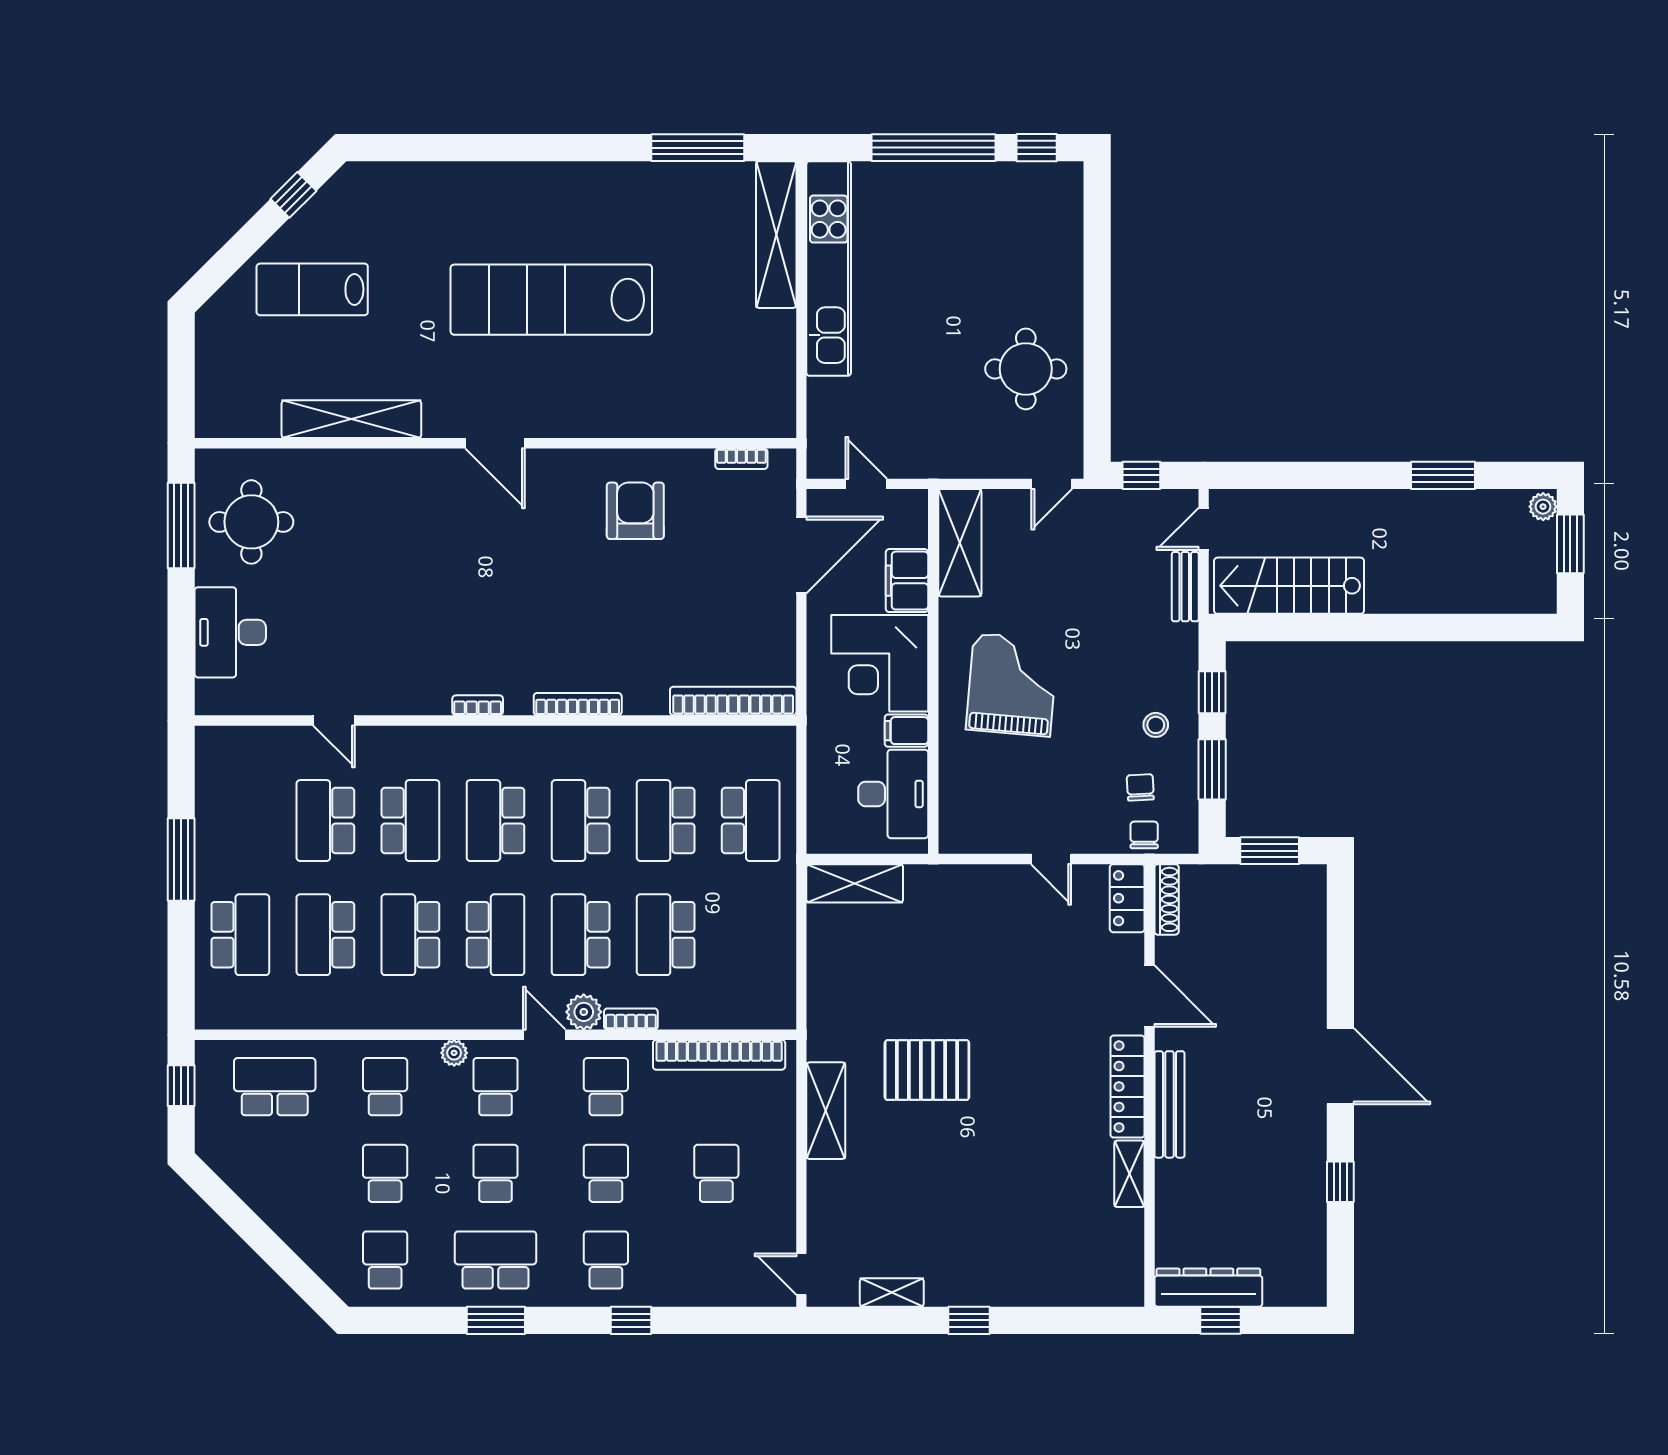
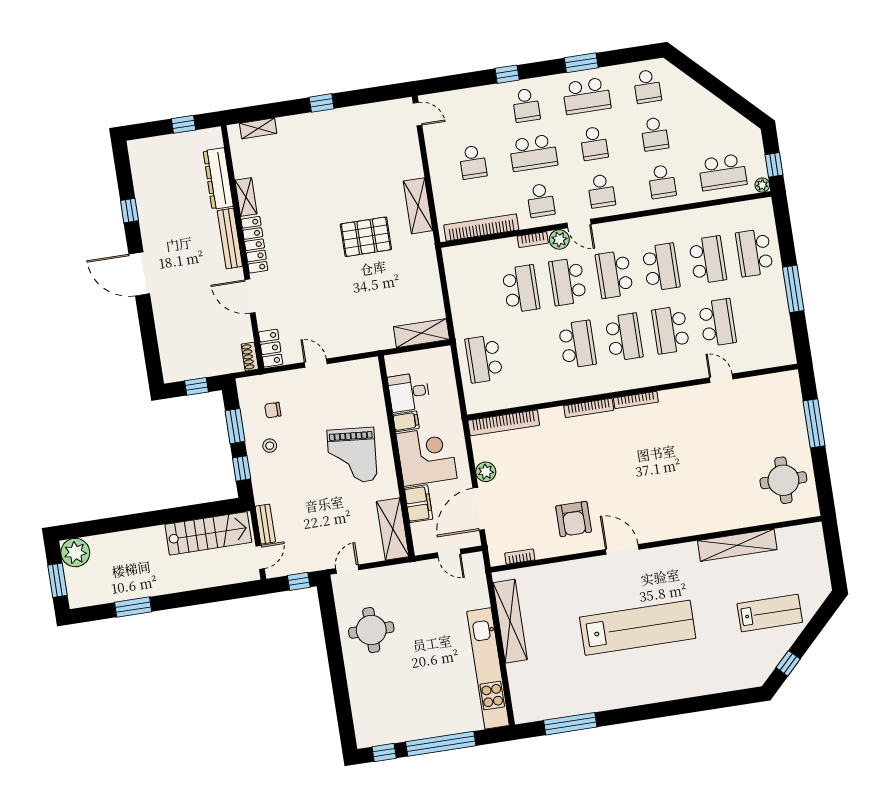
shelving: (776, 235) -> (510, 621), moved
door: (495, 443) -> (622, 549), moved
plant: (1543, 507) -> (75, 553), moved, width x1.88, depth x1.88
window: (181, 526) -> (814, 423), moved
plant: (779, 619) -> (486, 472), added
desk: (230, 632) -> (786, 418), removed
bookcase: (478, 705) -> (636, 400), width x1.56
chair: (1140, 787) -> (273, 410), turned 93
desk: (893, 794) -> (409, 392), width x0.73
school desk: (666, 821) -> (531, 352), removed
chair: (1144, 835) -> (267, 384), removed
window: (1270, 851) -> (196, 386), width x0.67
shoe rack: (1167, 899) -> (250, 357), width x0.70
school desk: (581, 935) -> (568, 282), turned 180
plant: (454, 1053) -> (762, 185), moved
school desk: (606, 1173) -> (533, 153), width x1.85
dresser: (1208, 1288) -> (218, 179), moved, turned 90
shelving: (892, 1292) -> (258, 128), moved

